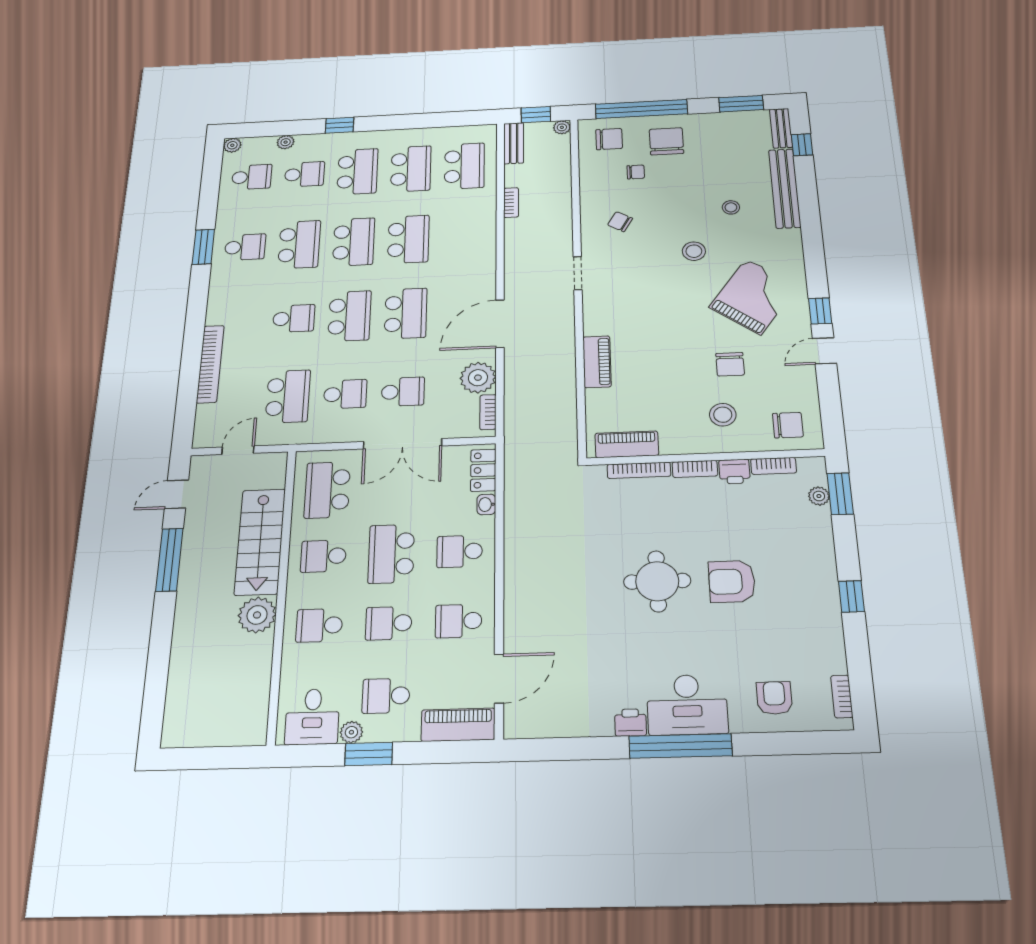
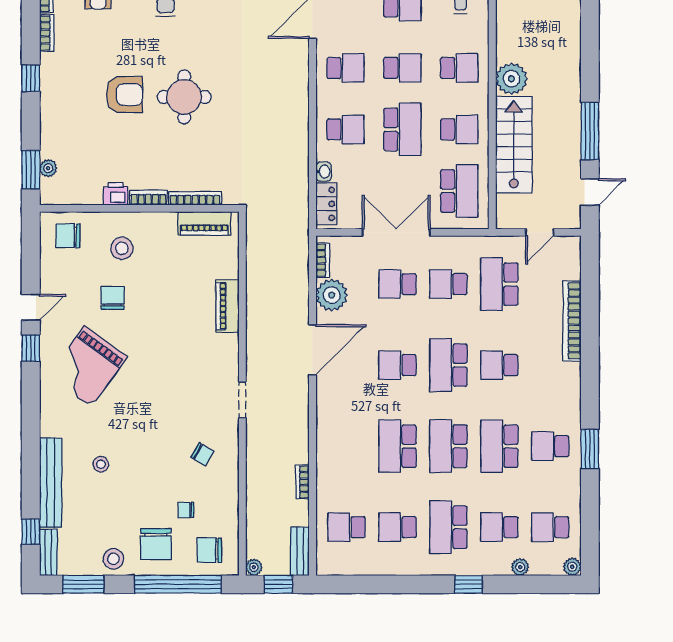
school desk: (464, 166) -> (347, 527), width x0.54
school desk: (411, 169) -> (397, 527), width x0.54
stool: (694, 251) -> (113, 559), moved
school desk: (406, 313) -> (397, 365), width x0.54
bookcase: (774, 466) -> (47, 33), moved, turned 90

